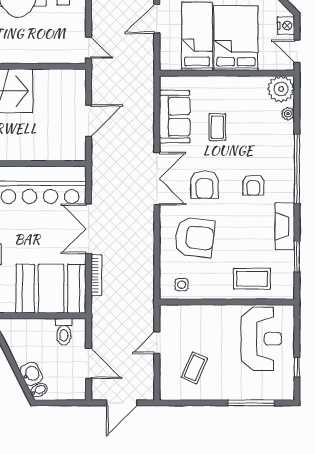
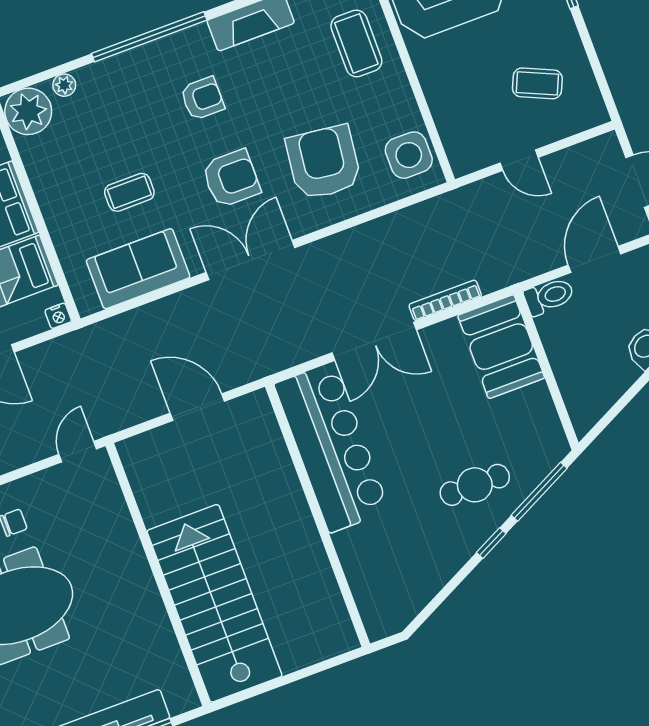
nightstand: (165, 64) -> (58, 316), added
side table: (182, 285) -> (409, 155), width x1.87, depth x1.87
booth: (51, 289) -> (501, 347), width x0.73, depth x0.70
toilet: (64, 332) -> (549, 296), moved

